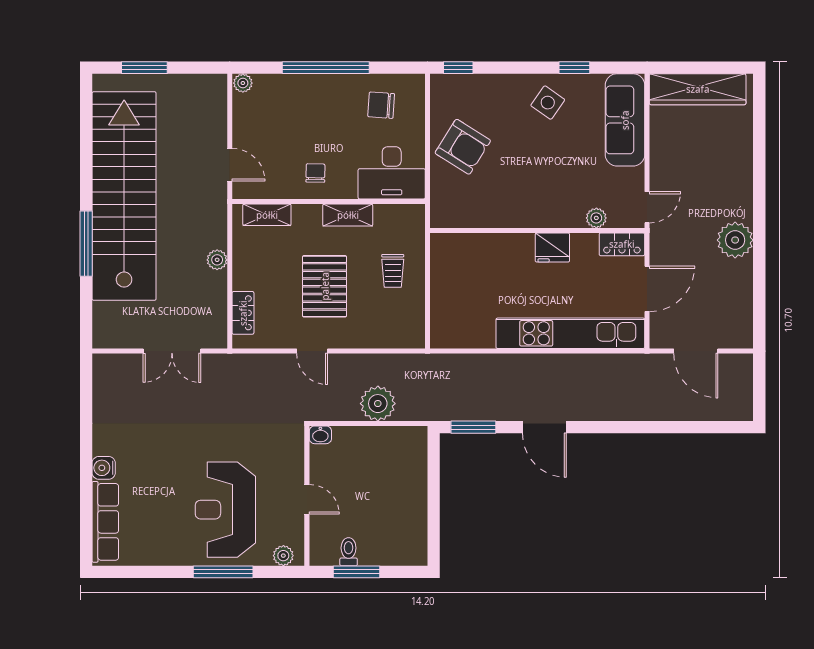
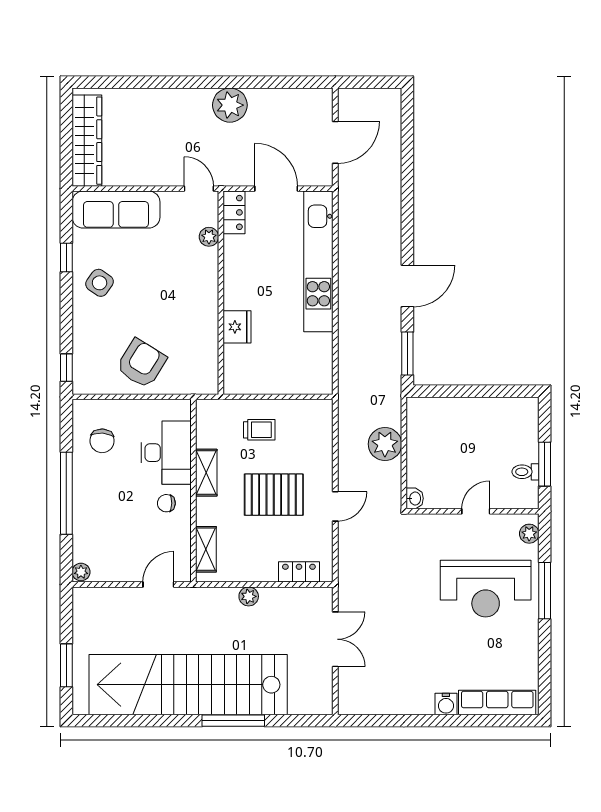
desk: (392, 173) -> (166, 453), moved
fridge: (552, 248) -> (237, 327), moved

